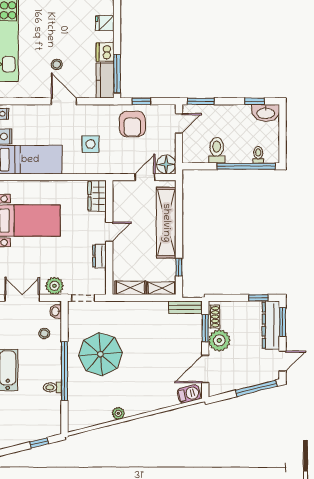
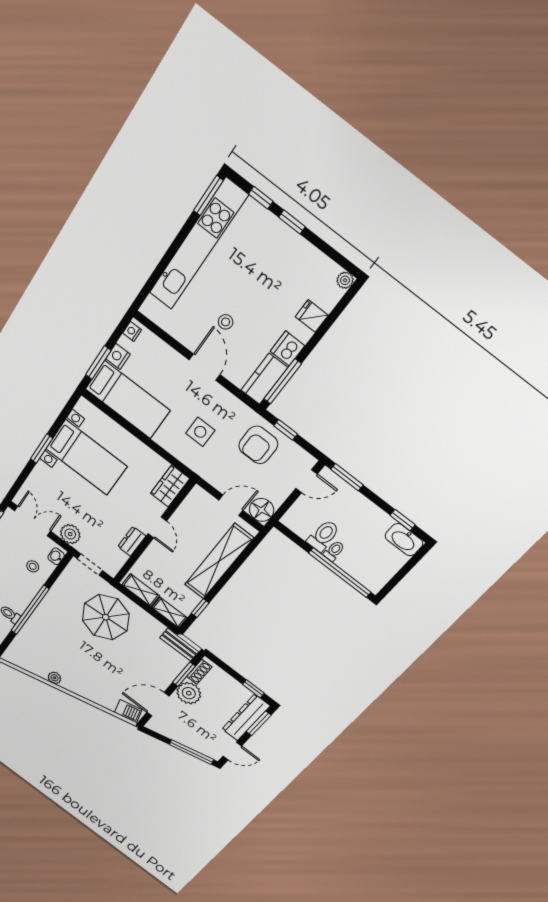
toilet: (258, 155) -> (334, 551), moved
door: (109, 232) -> (157, 527), hinge flipped
parasol: (100, 354) -> (106, 617), moved

